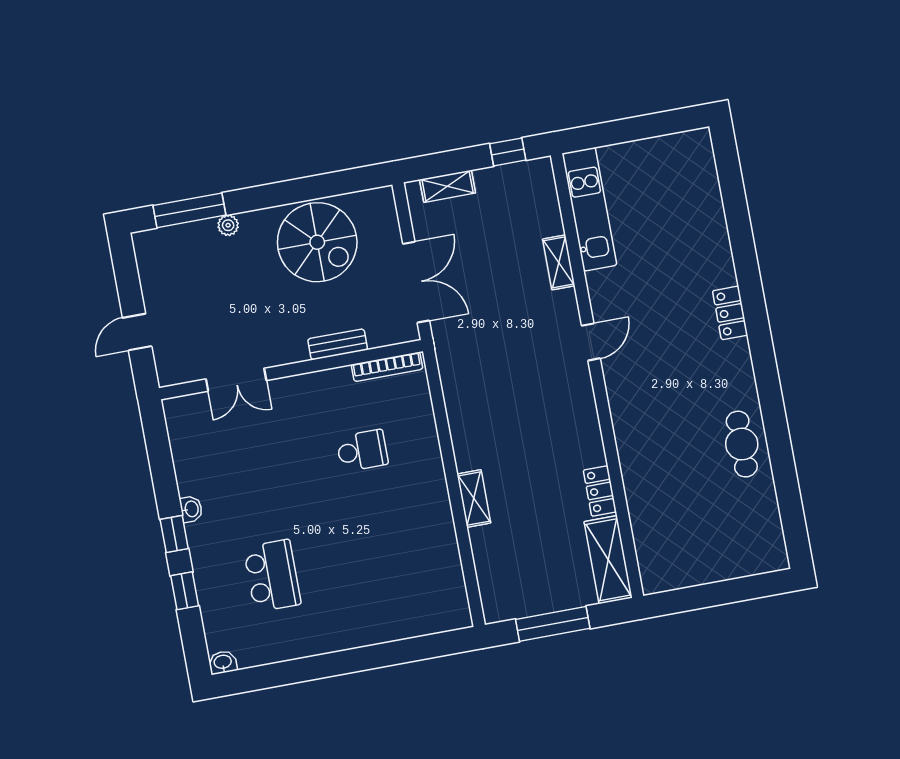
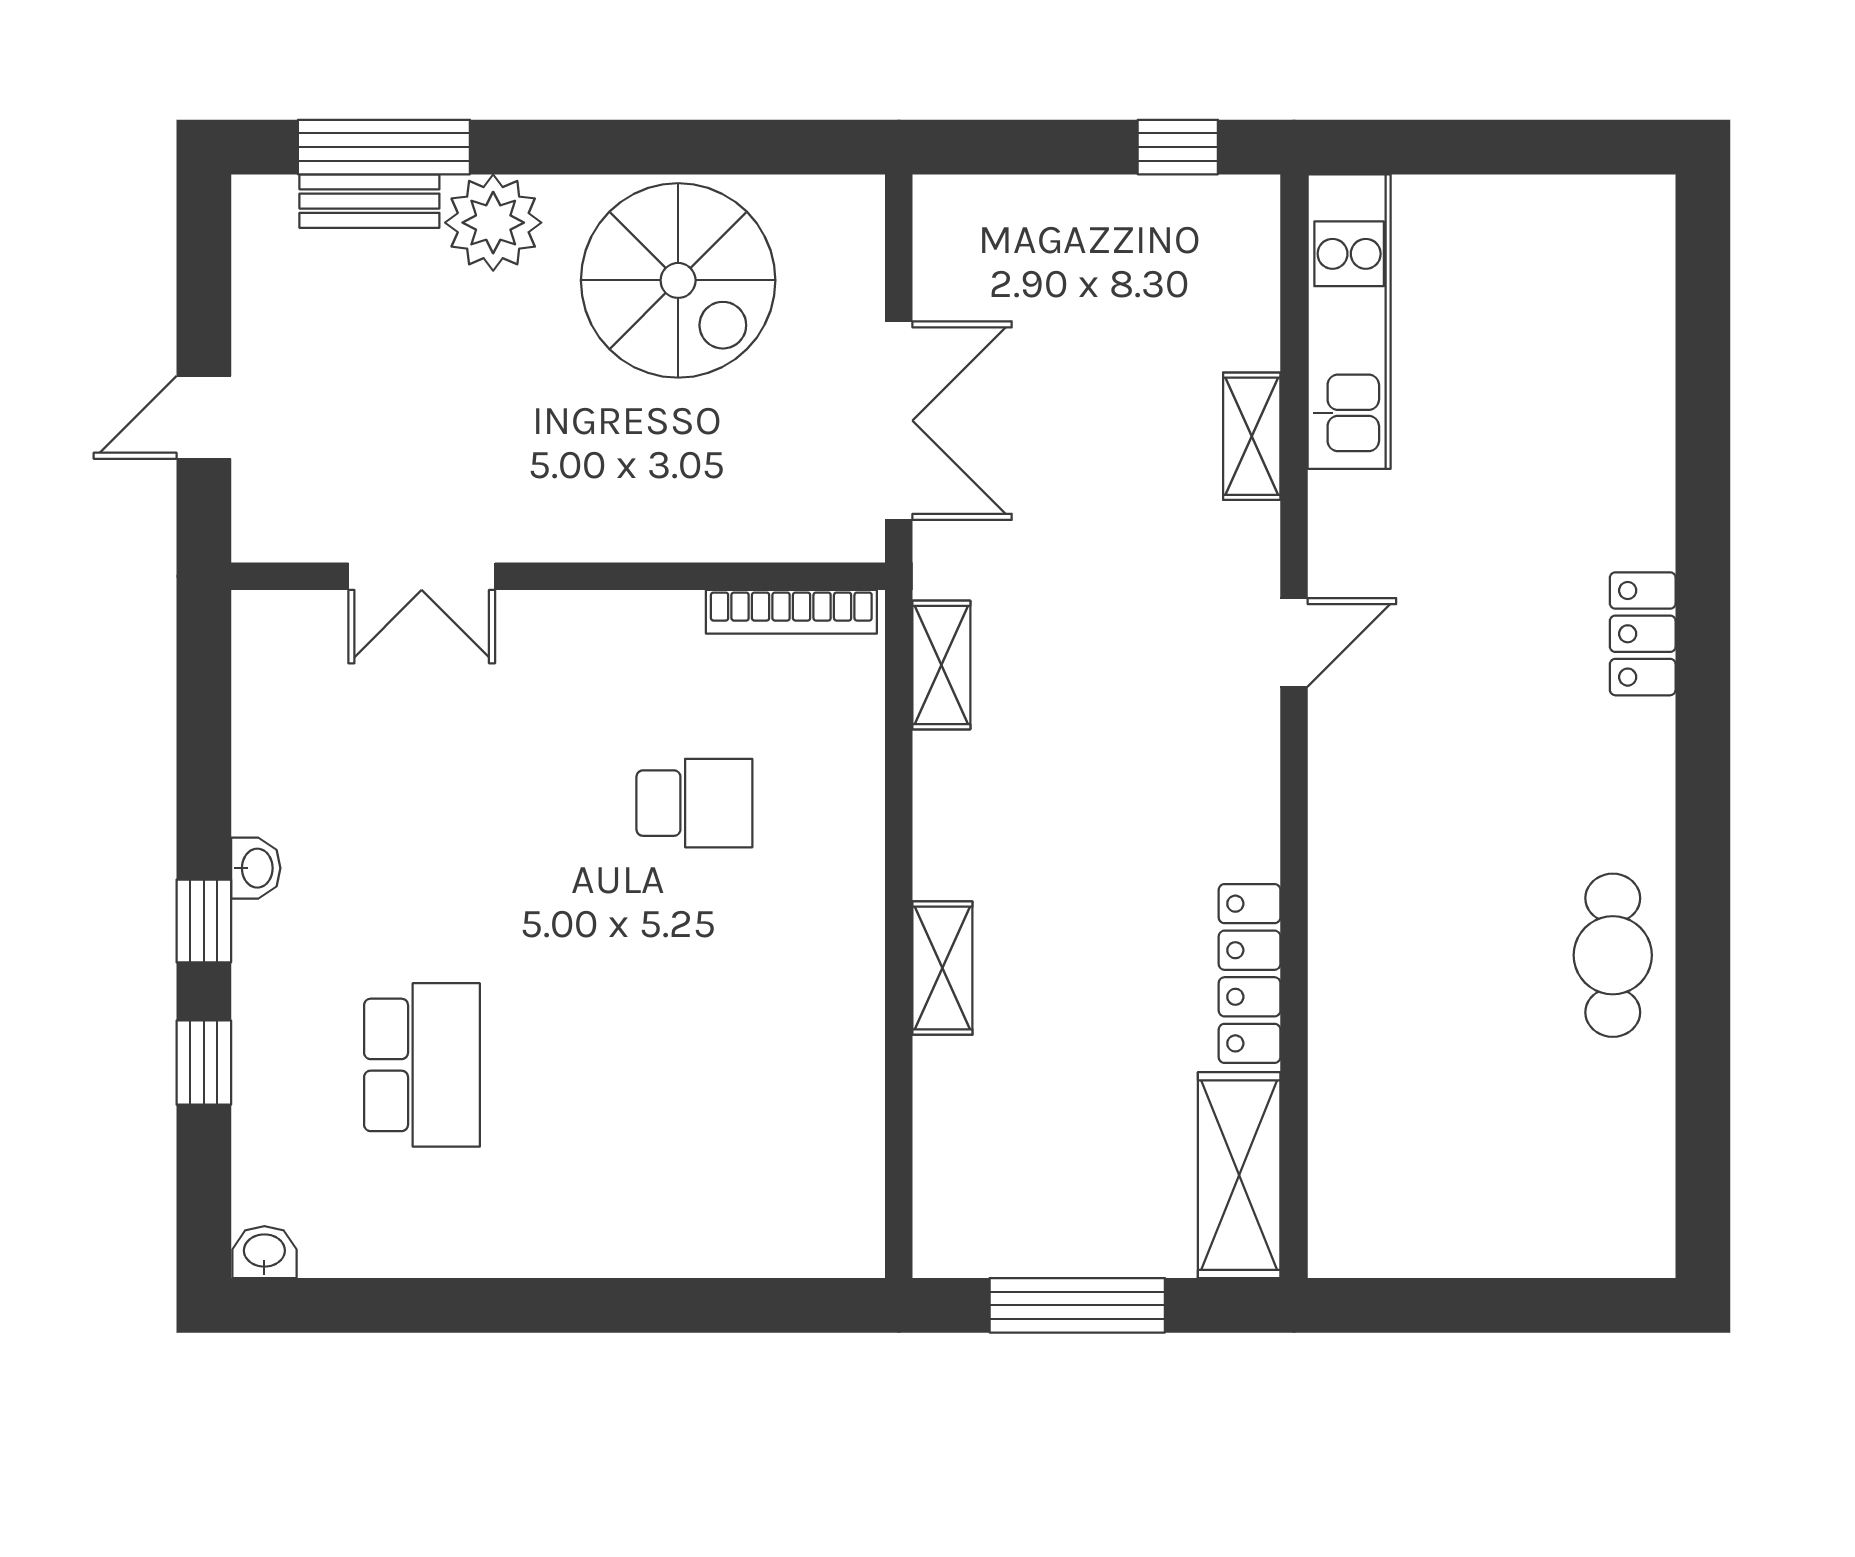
shelving: (448, 186) -> (941, 665), moved, turned 90
plant: (228, 225) -> (493, 223), width x1.88, depth x1.88
bench: (338, 344) -> (369, 201), moved
locker: (600, 491) -> (1250, 974), width x1.53

